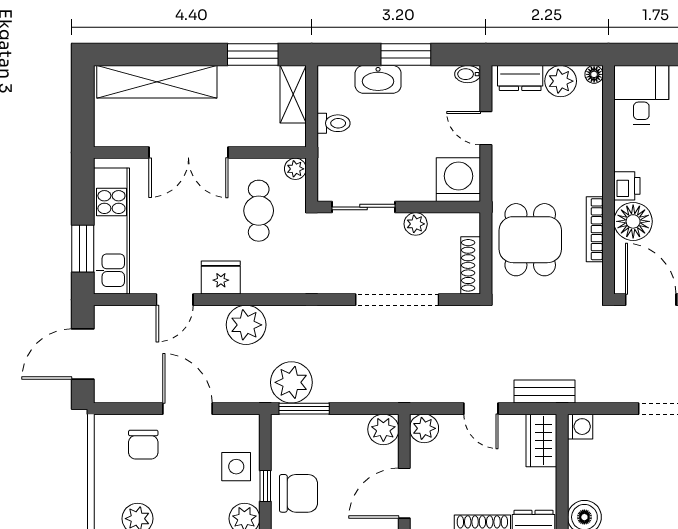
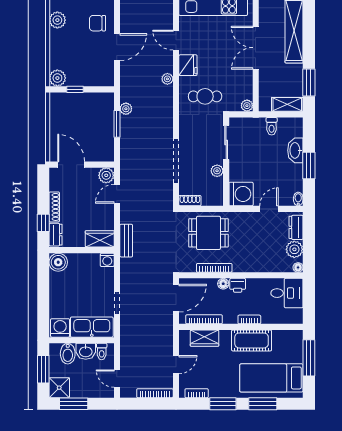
cafe table: (259, 211) -> (205, 96), moved
floor lamp: (633, 221) -> (223, 284), width x0.53, depth x0.53
shoe rack: (471, 265) -> (190, 201), width x0.70
plant: (246, 325) -> (167, 79), width x0.53, depth x0.53
plant: (291, 382) -> (126, 109), width x0.53, depth x0.53
window: (304, 409) -> (117, 124), moved
door: (481, 409) -> (117, 194), moved
plant: (383, 429) -> (106, 153), removed
side table: (236, 467) -> (86, 74), removed
chair: (298, 493) -> (71, 107), removed

